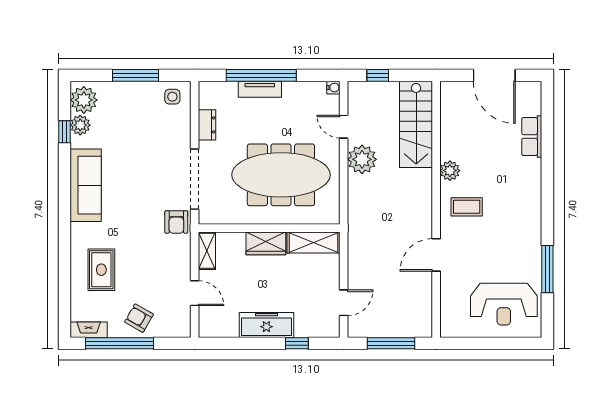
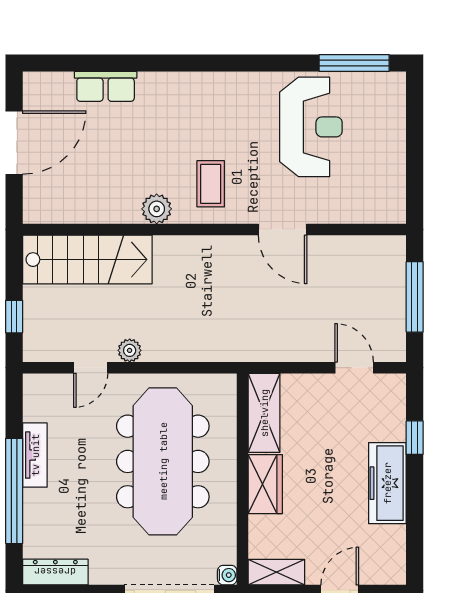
water cooler: (333, 88) -> (227, 575), moved, turned 90
tv unit: (260, 89) -> (35, 455), moved
dresser: (207, 125) -> (55, 572), moved, width x1.44
plant: (362, 159) -> (130, 350), width x0.53, depth x0.53
window: (547, 269) -> (354, 63), moved
reception desk: (504, 304) -> (311, 127), moved

